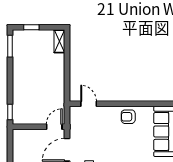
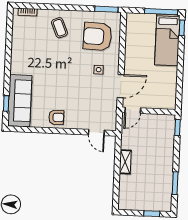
shelving: (59, 41) -> (125, 162), moved
window: (10, 46) -> (175, 183), moved

